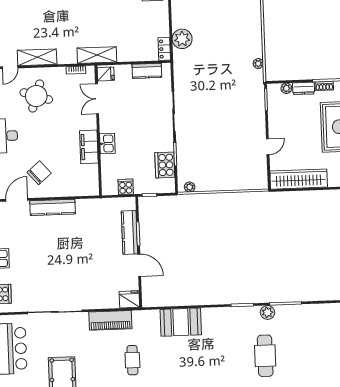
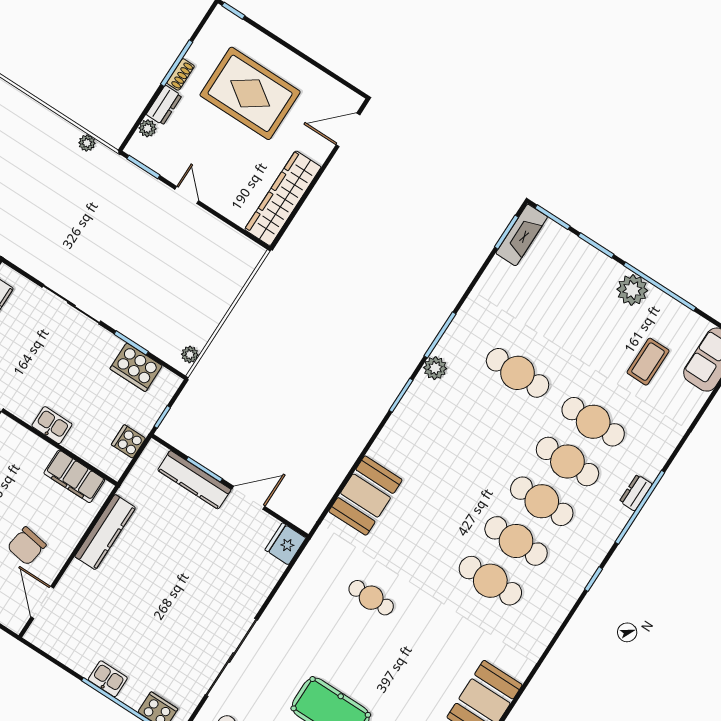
filing cabinet: (89, 147) -> (74, 476), moved
door: (268, 147) -> (187, 195), moved
chair: (39, 173) -> (27, 546), turned -130
kitchen counter: (53, 207) -> (105, 532), moved
piano: (110, 320) -> (296, 590), removed
cafe table: (265, 356) -> (518, 373), moved

